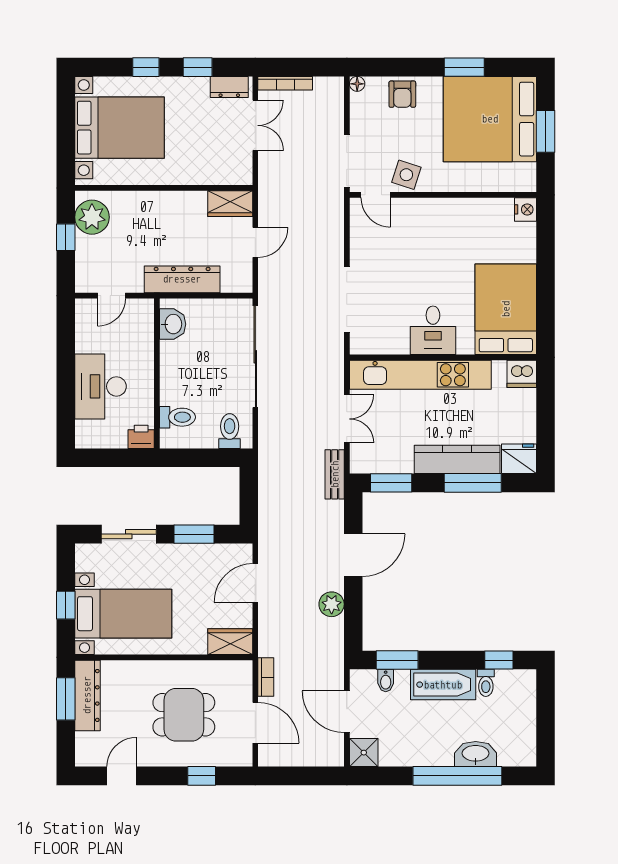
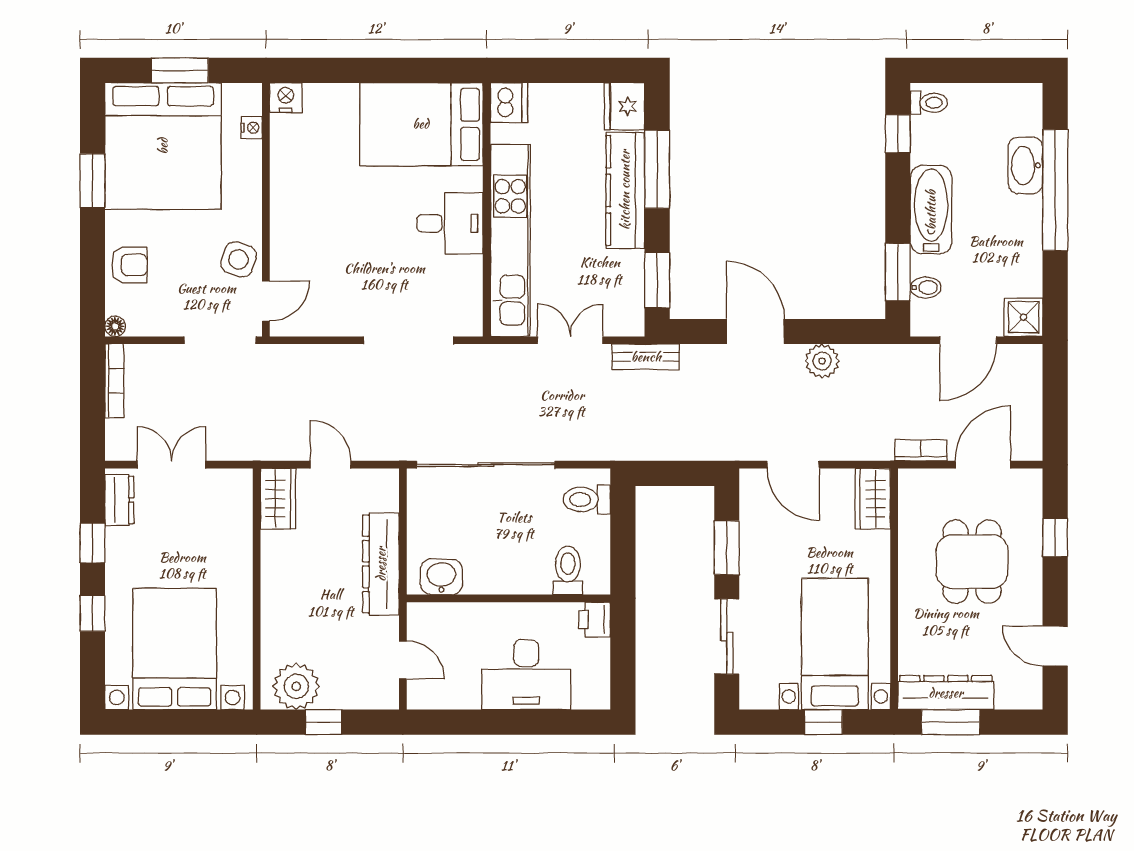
bookcase: (285, 83) -> (114, 381), moved
nightstand: (503, 184) -> (252, 128), added
toilet: (486, 683) -> (929, 103), moved

